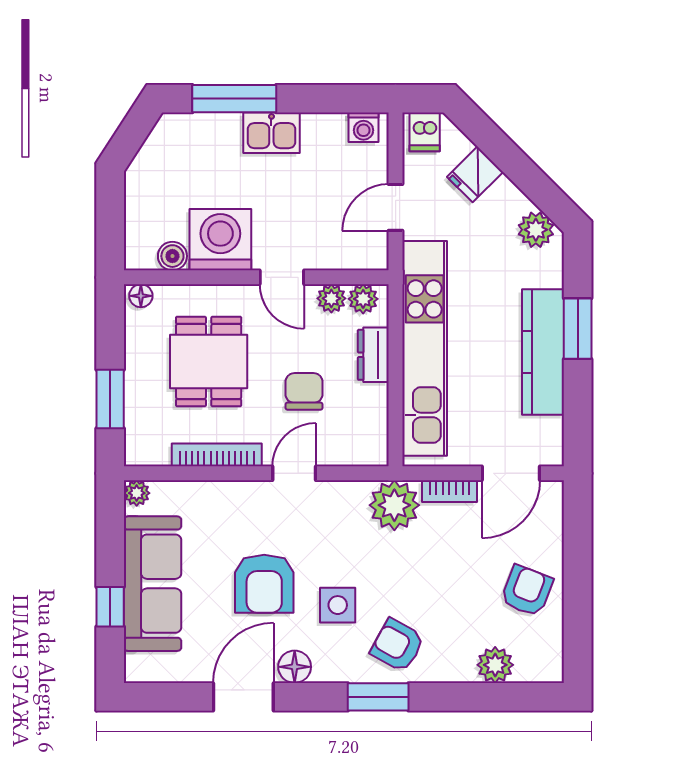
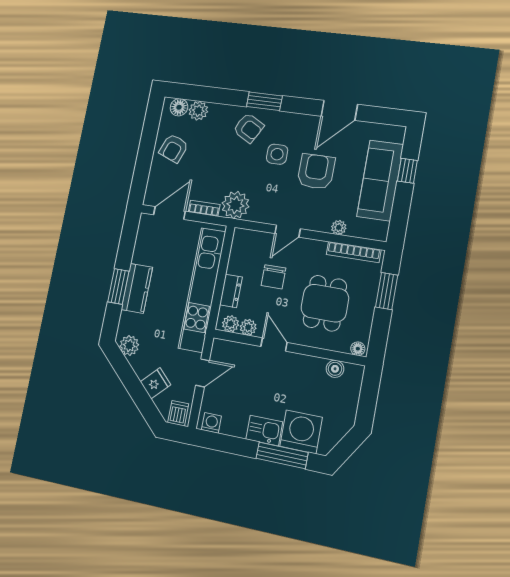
washing machine: (220, 240) -> (301, 432), moved, turned 180
kitchen counter: (543, 352) -> (137, 288), width x0.67
bookcase: (217, 455) -> (354, 252), moved
plant: (137, 493) -> (339, 227), moved
floor lamp: (295, 667) -> (179, 107), moved

